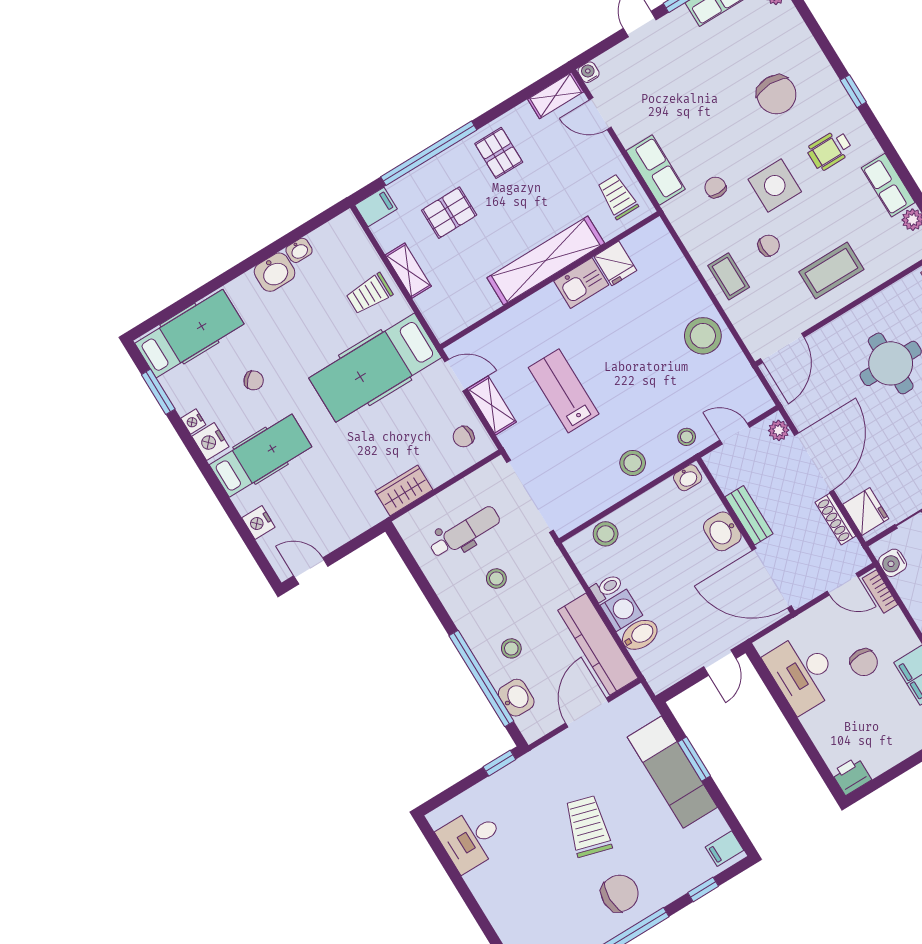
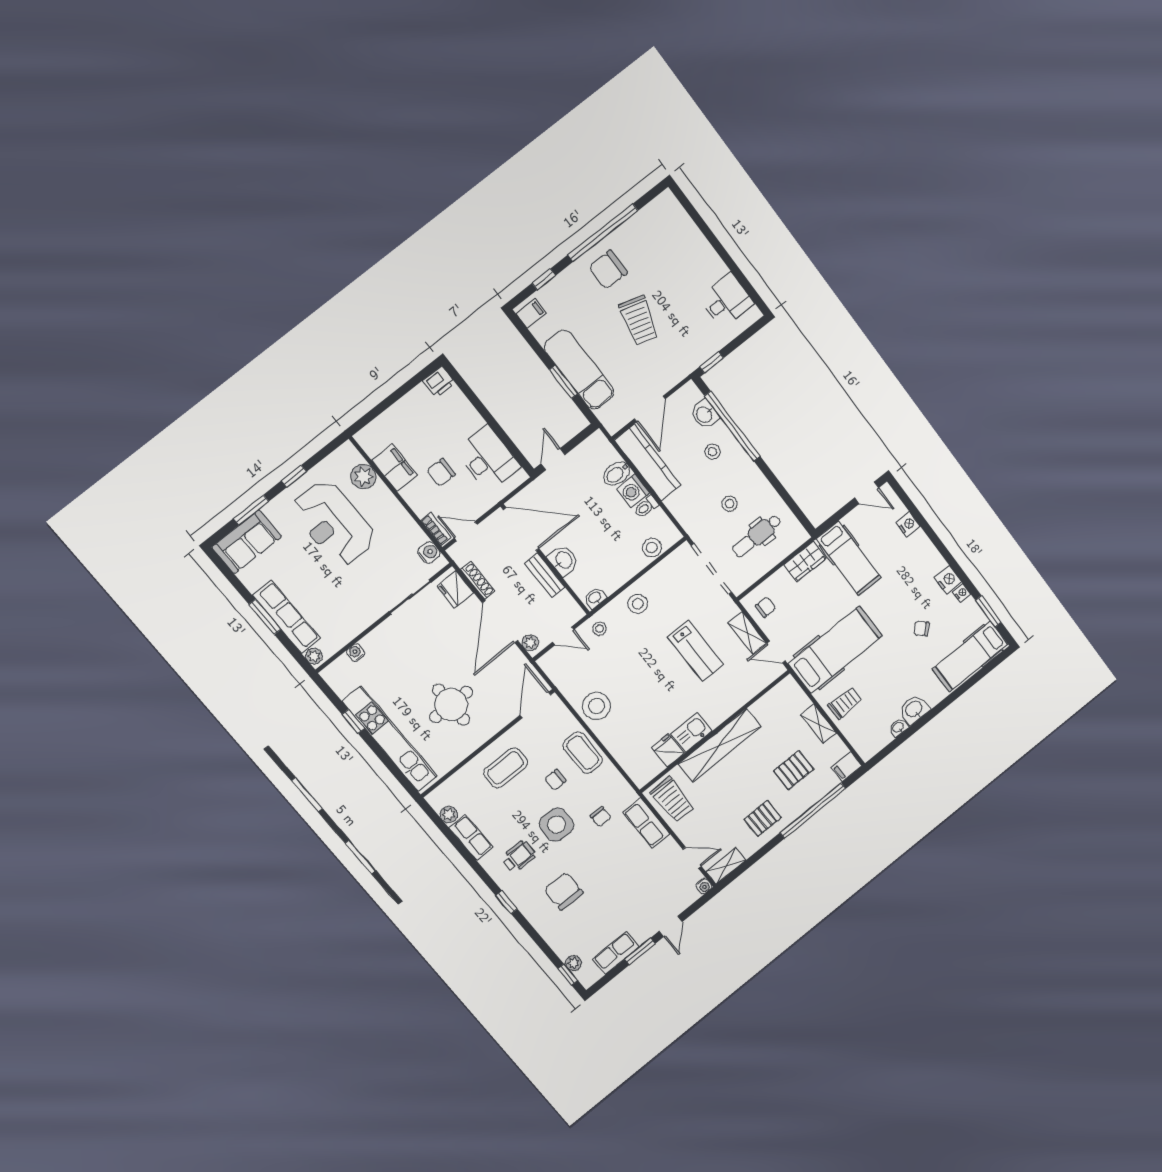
pallet: (499, 153) -> (763, 818), turned 90
trolley: (618, 197) -> (672, 800), width x1.36, depth x1.39
coffee table: (729, 276) -> (583, 753), width x1.36, depth x1.30
hospital bed: (261, 456) -> (849, 558), moved, turned -90
chair: (864, 662) -> (441, 472), turned -90

